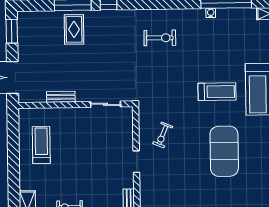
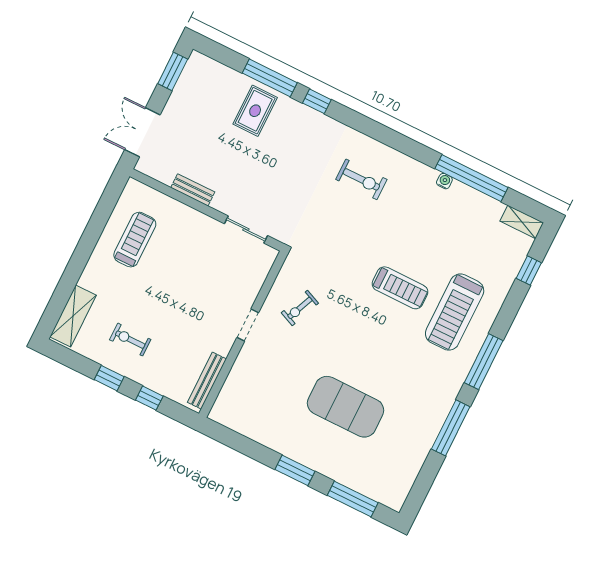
exercise mat: (224, 151) -> (346, 407), moved, turned 90

